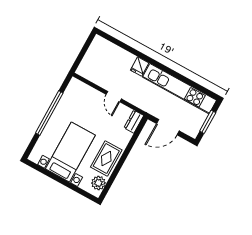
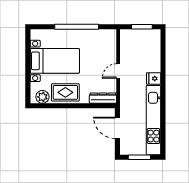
window: (84, 50) -> (142, 27), added
dresser: (134, 122) -> (103, 98), width x1.44

